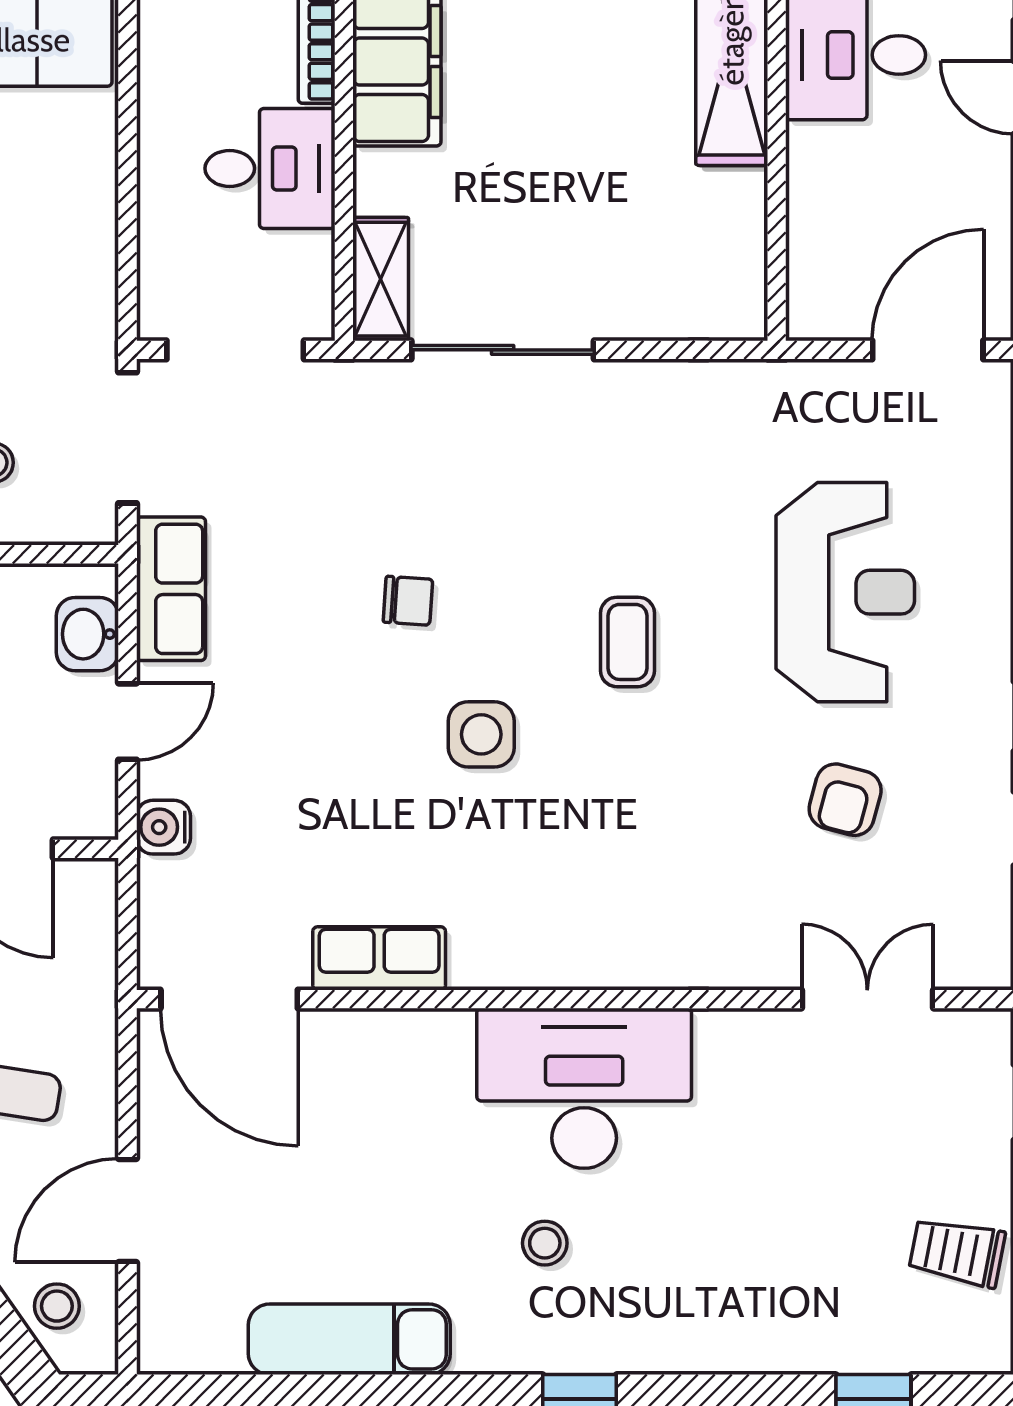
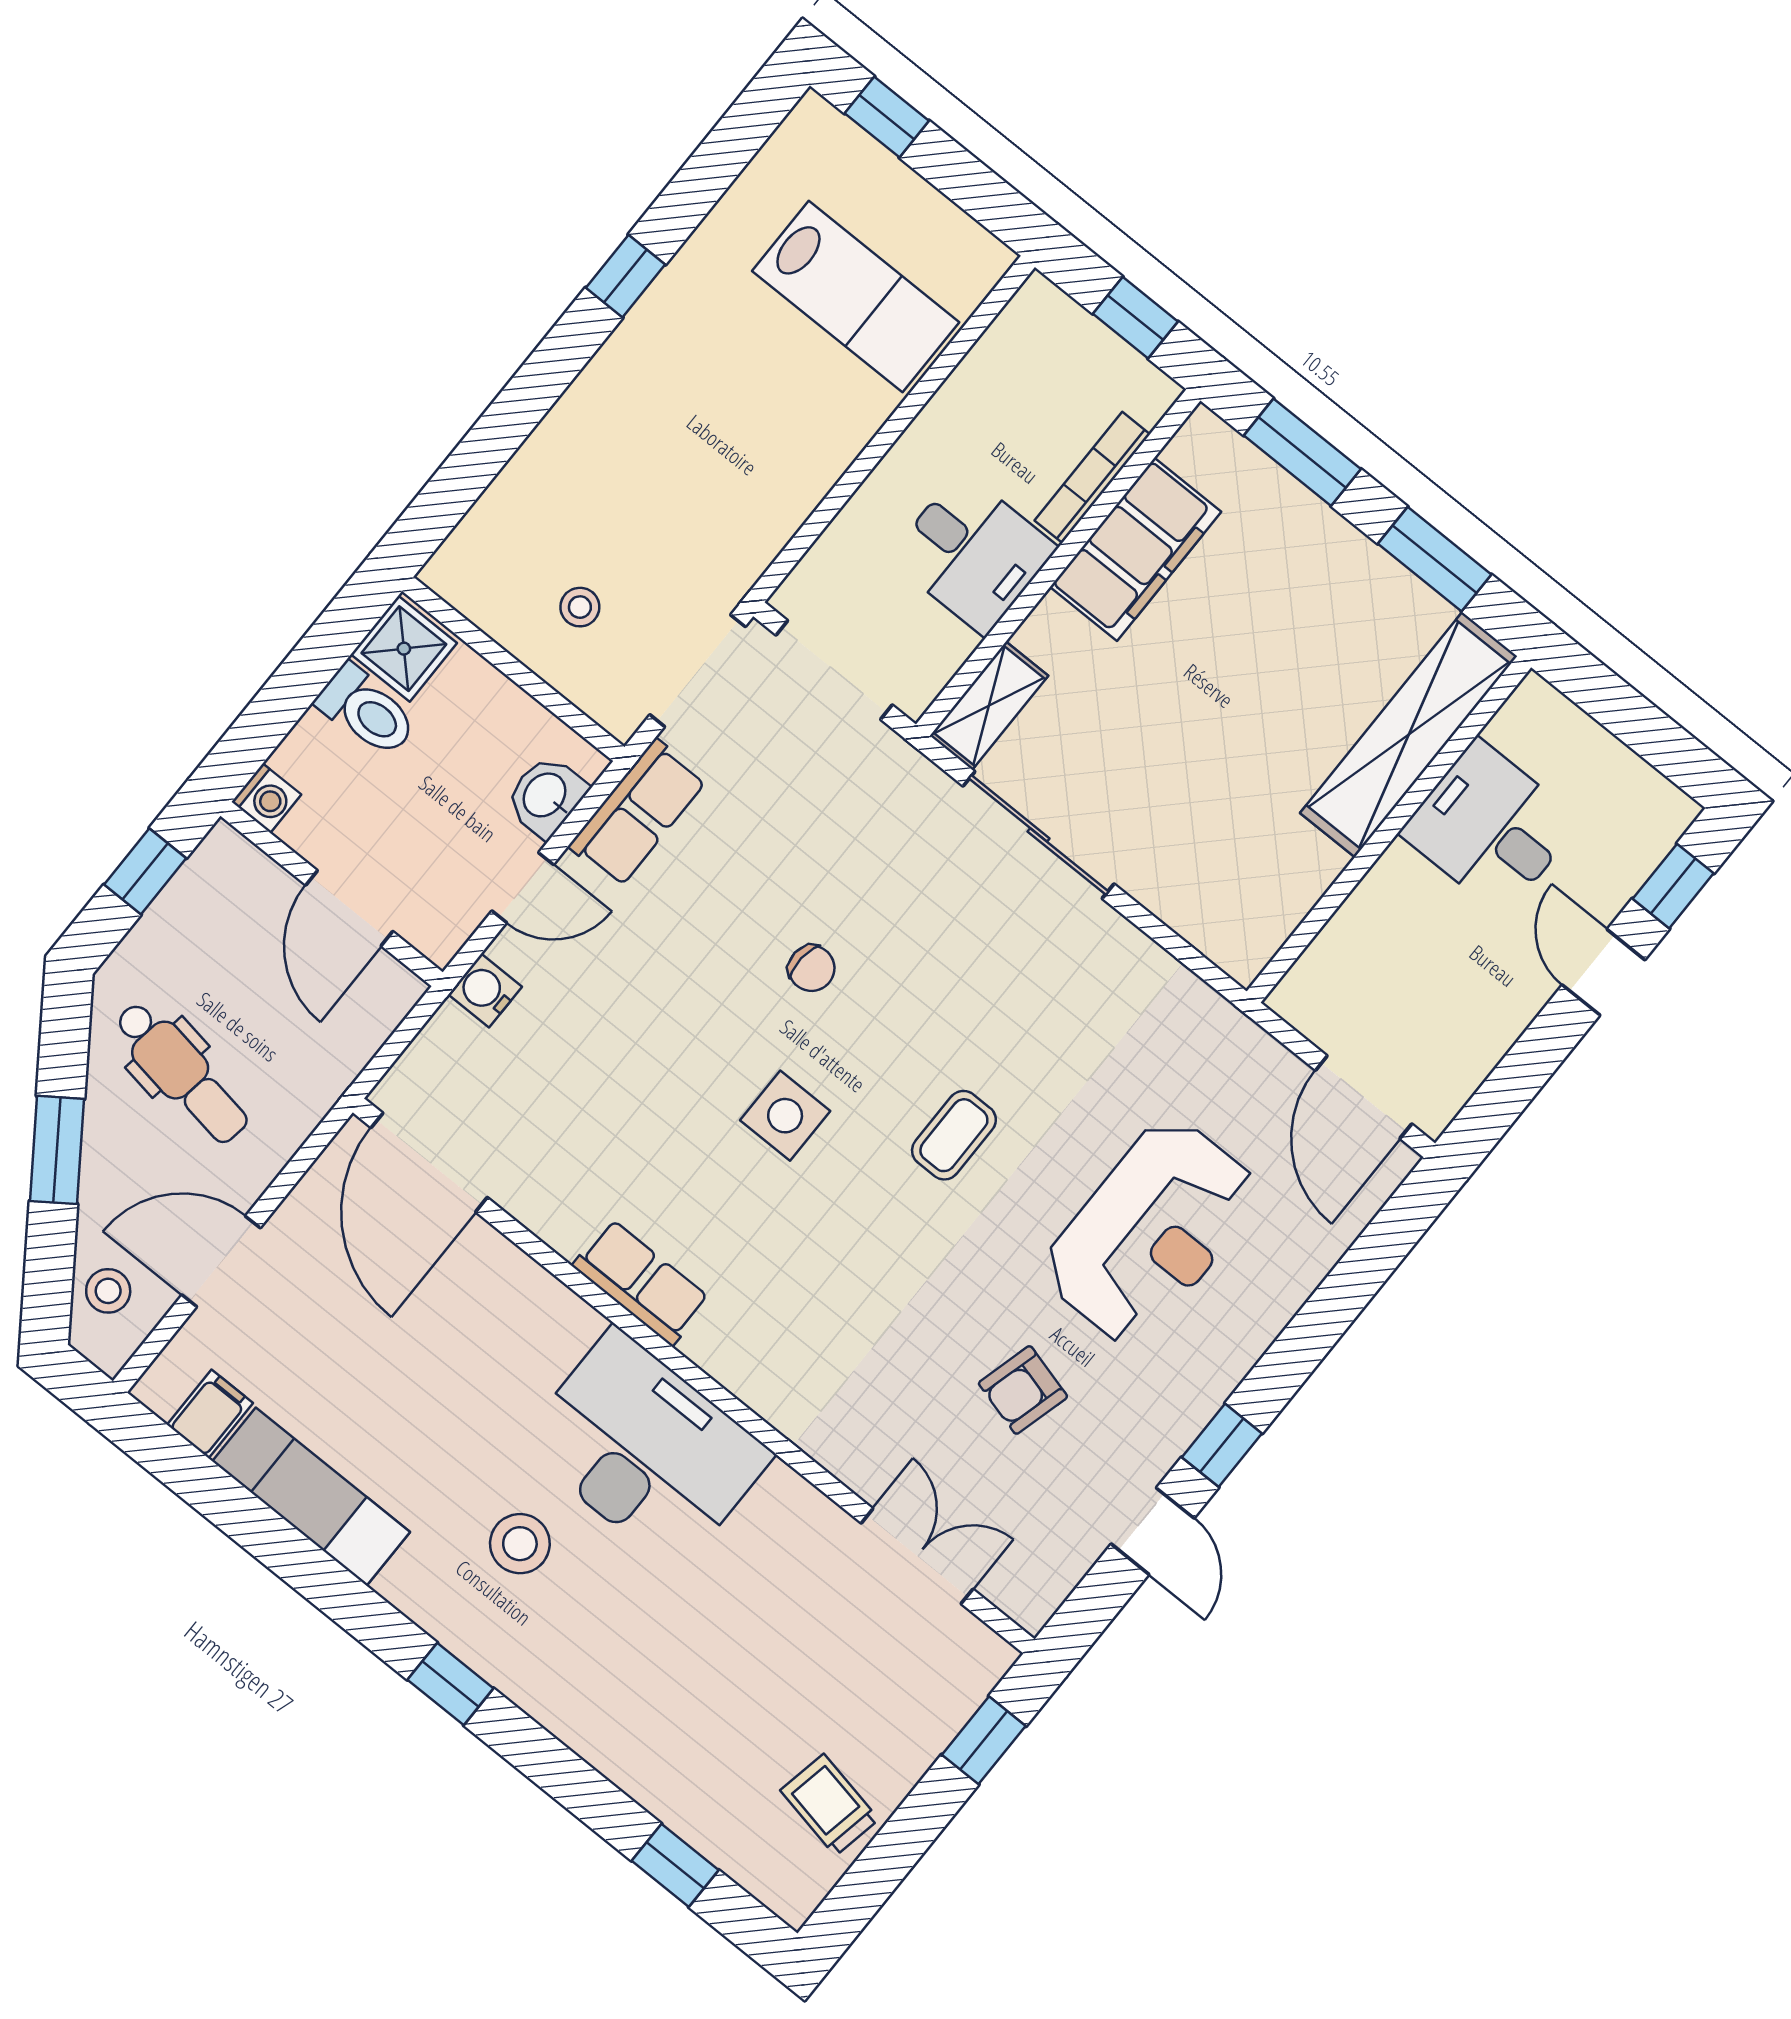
door: (928, 350) -> (1364, 1097), swing flipped
row of seats: (379, 958) -> (641, 1282), moved
stool: (545, 1243) -> (520, 1544), width x1.37, depth x1.37
filing cabinet: (216, 1338) -> (210, 1414), added

